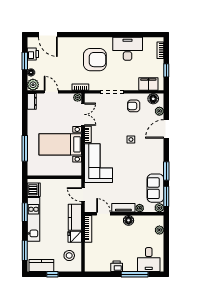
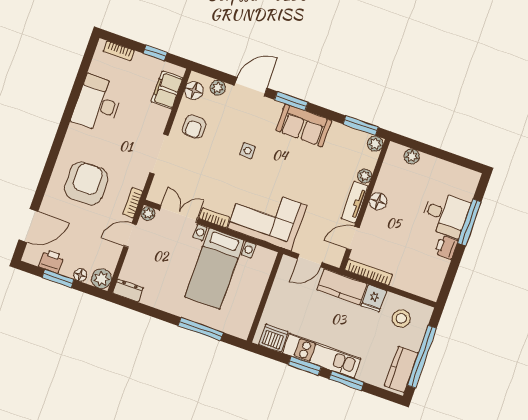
armchair: (95, 60) -> (86, 183), moved
door: (51, 92) -> (130, 235), moved
door: (166, 129) -> (251, 87), swing flipped
window: (166, 171) -> (291, 101), moved
sofa: (155, 188) -> (304, 125), moved
window: (25, 250) -> (347, 381), moved
desk: (149, 260) -> (445, 214), moved
window: (52, 274) -> (422, 357), width x3.17

